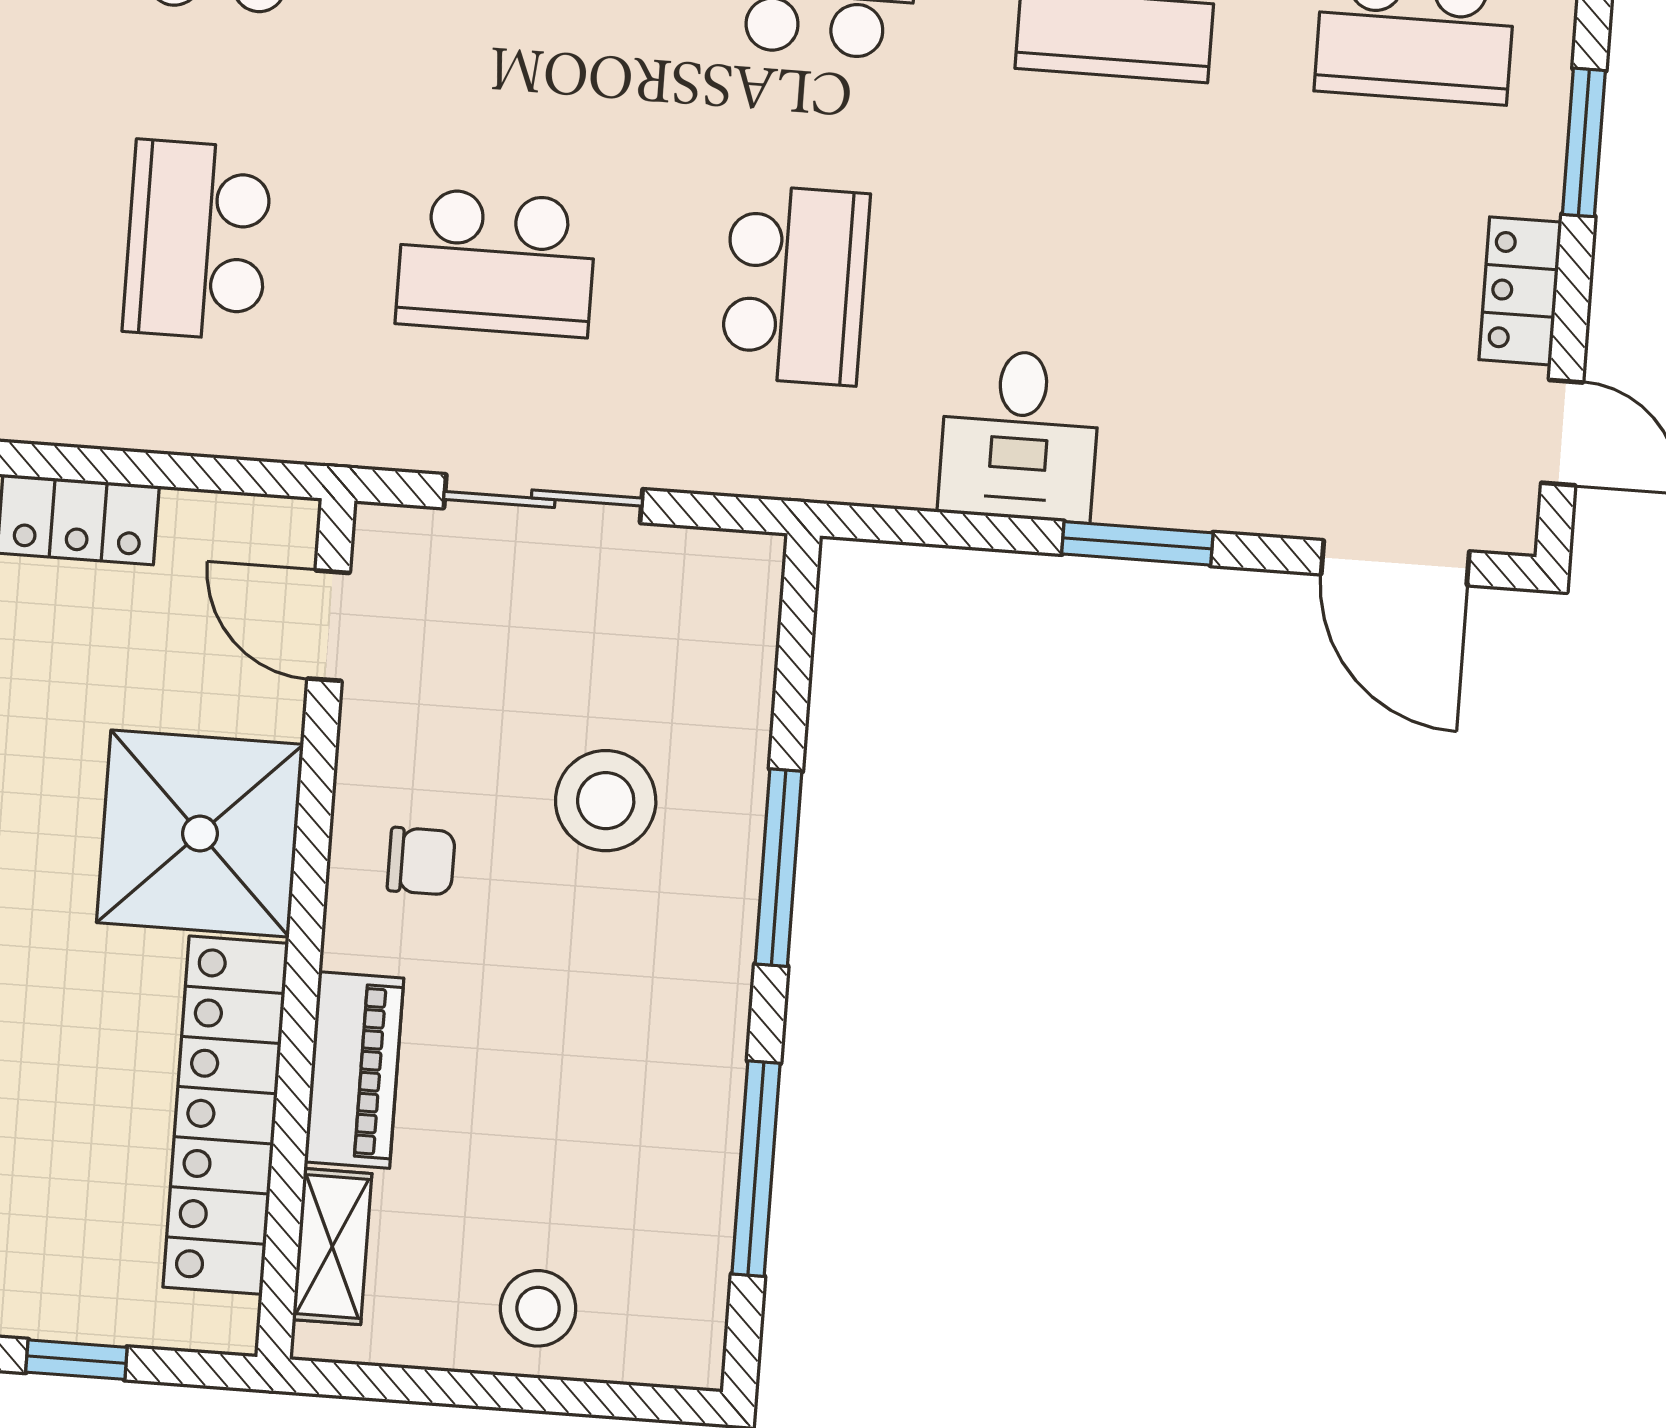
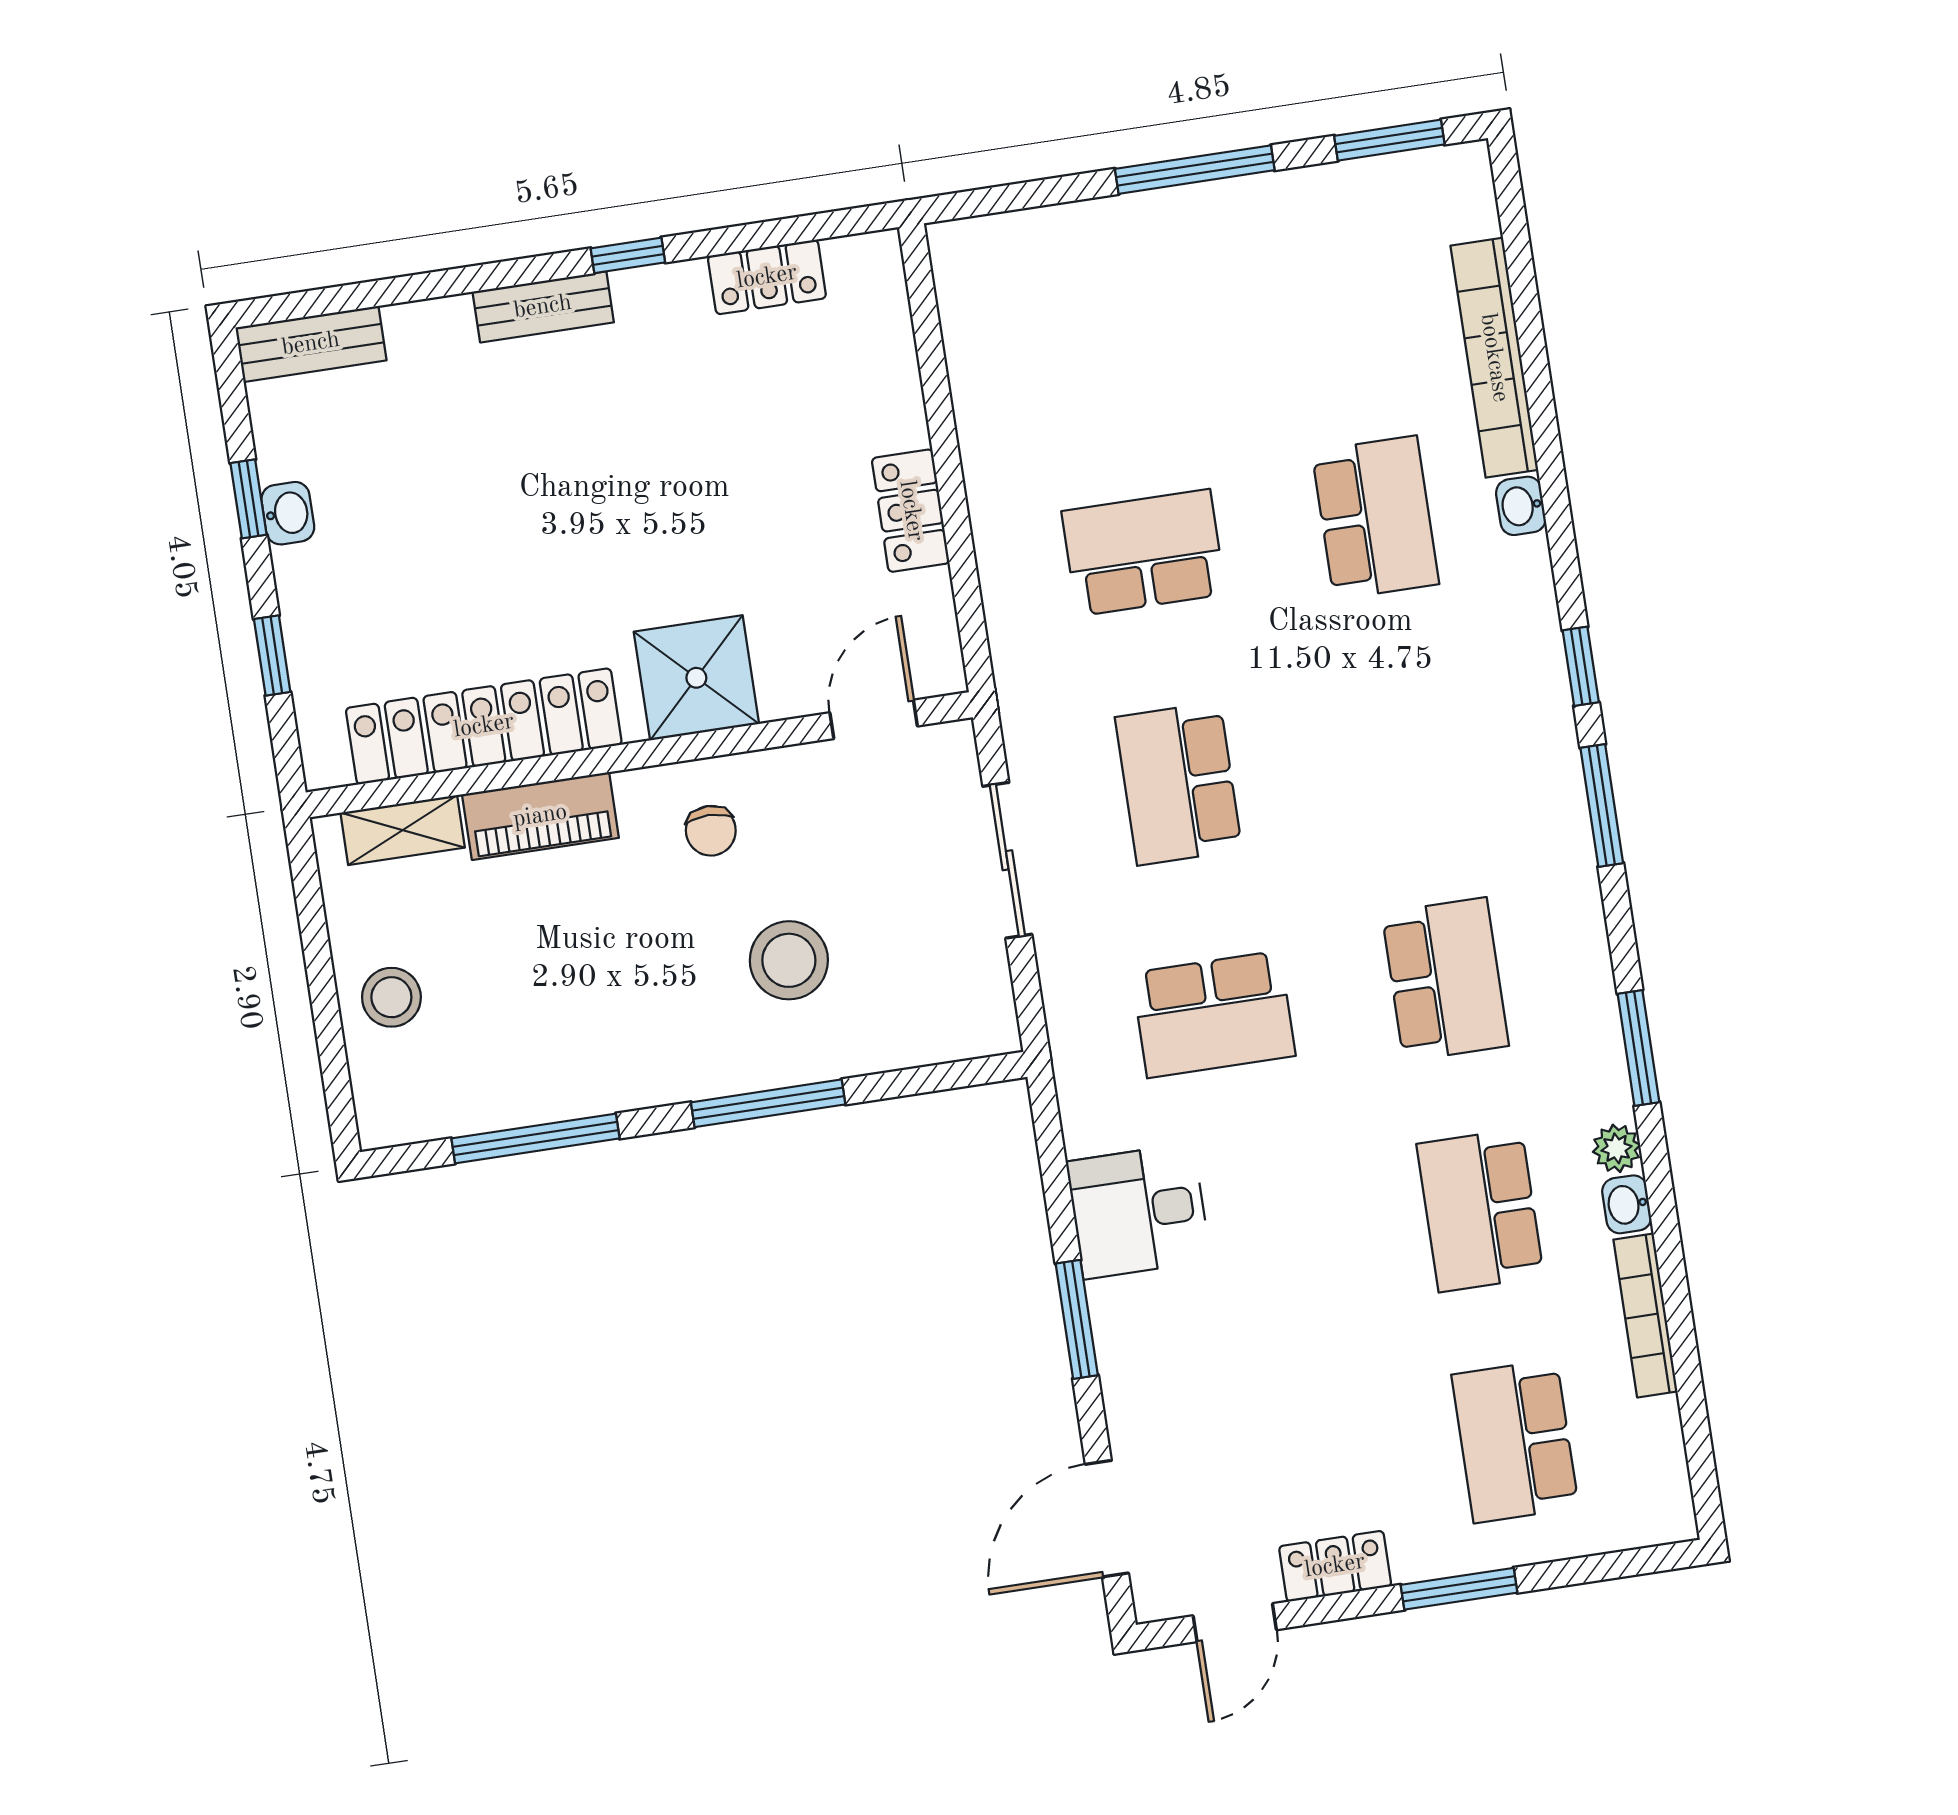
shower: (200, 833) -> (696, 678), width x0.73, depth x0.73

